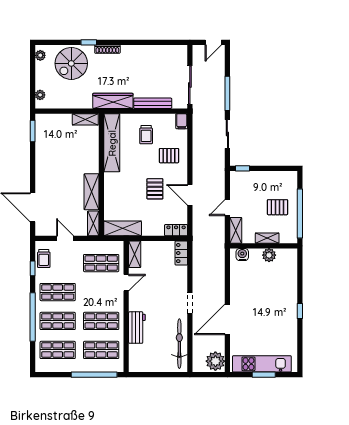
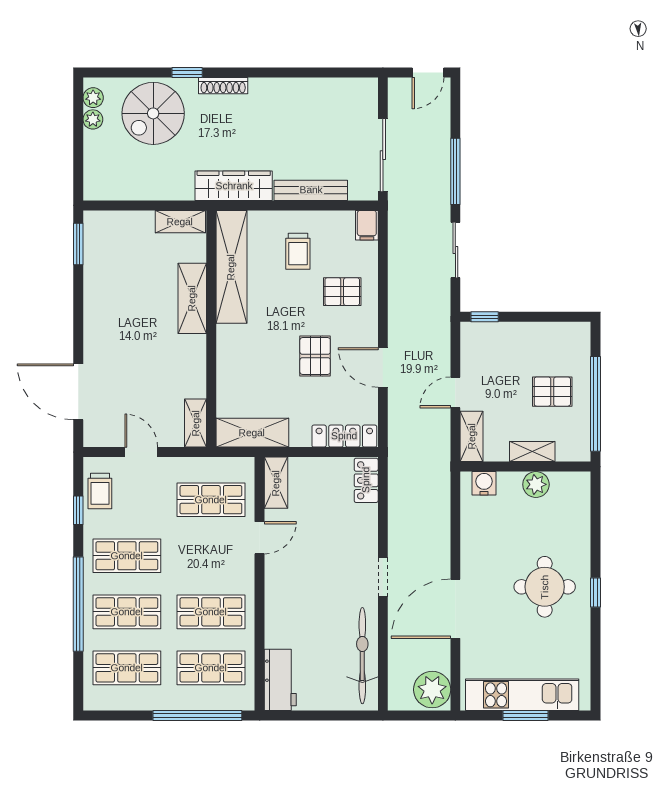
plant: (40, 95) -> (93, 119), moved
shelving: (91, 192) -> (192, 298), moved
locker: (176, 230) -> (344, 436), width x1.53
round table: (274, 308) -> (545, 587), added
workbench: (137, 328) -> (280, 680), moved

